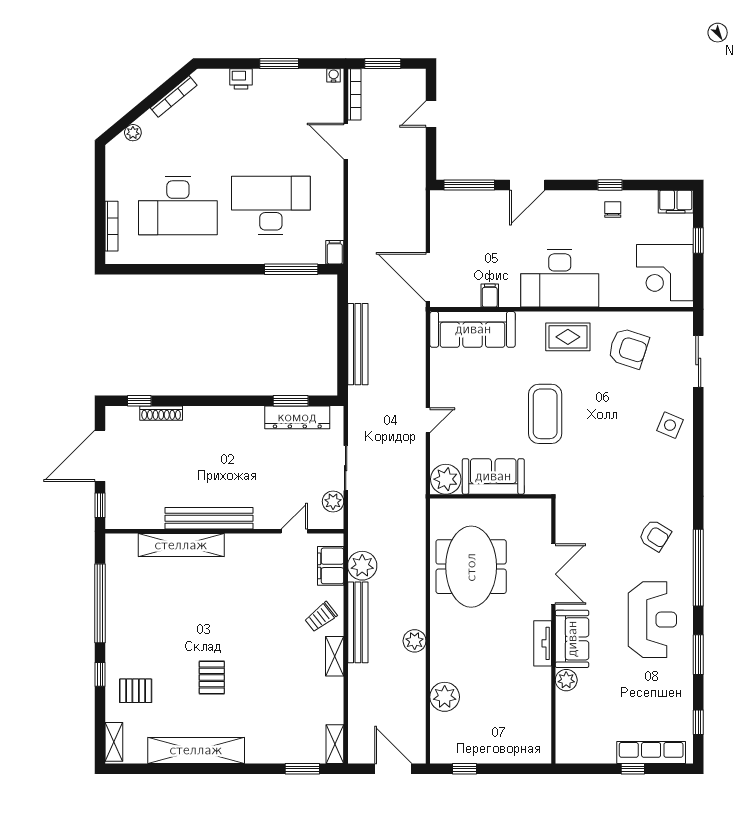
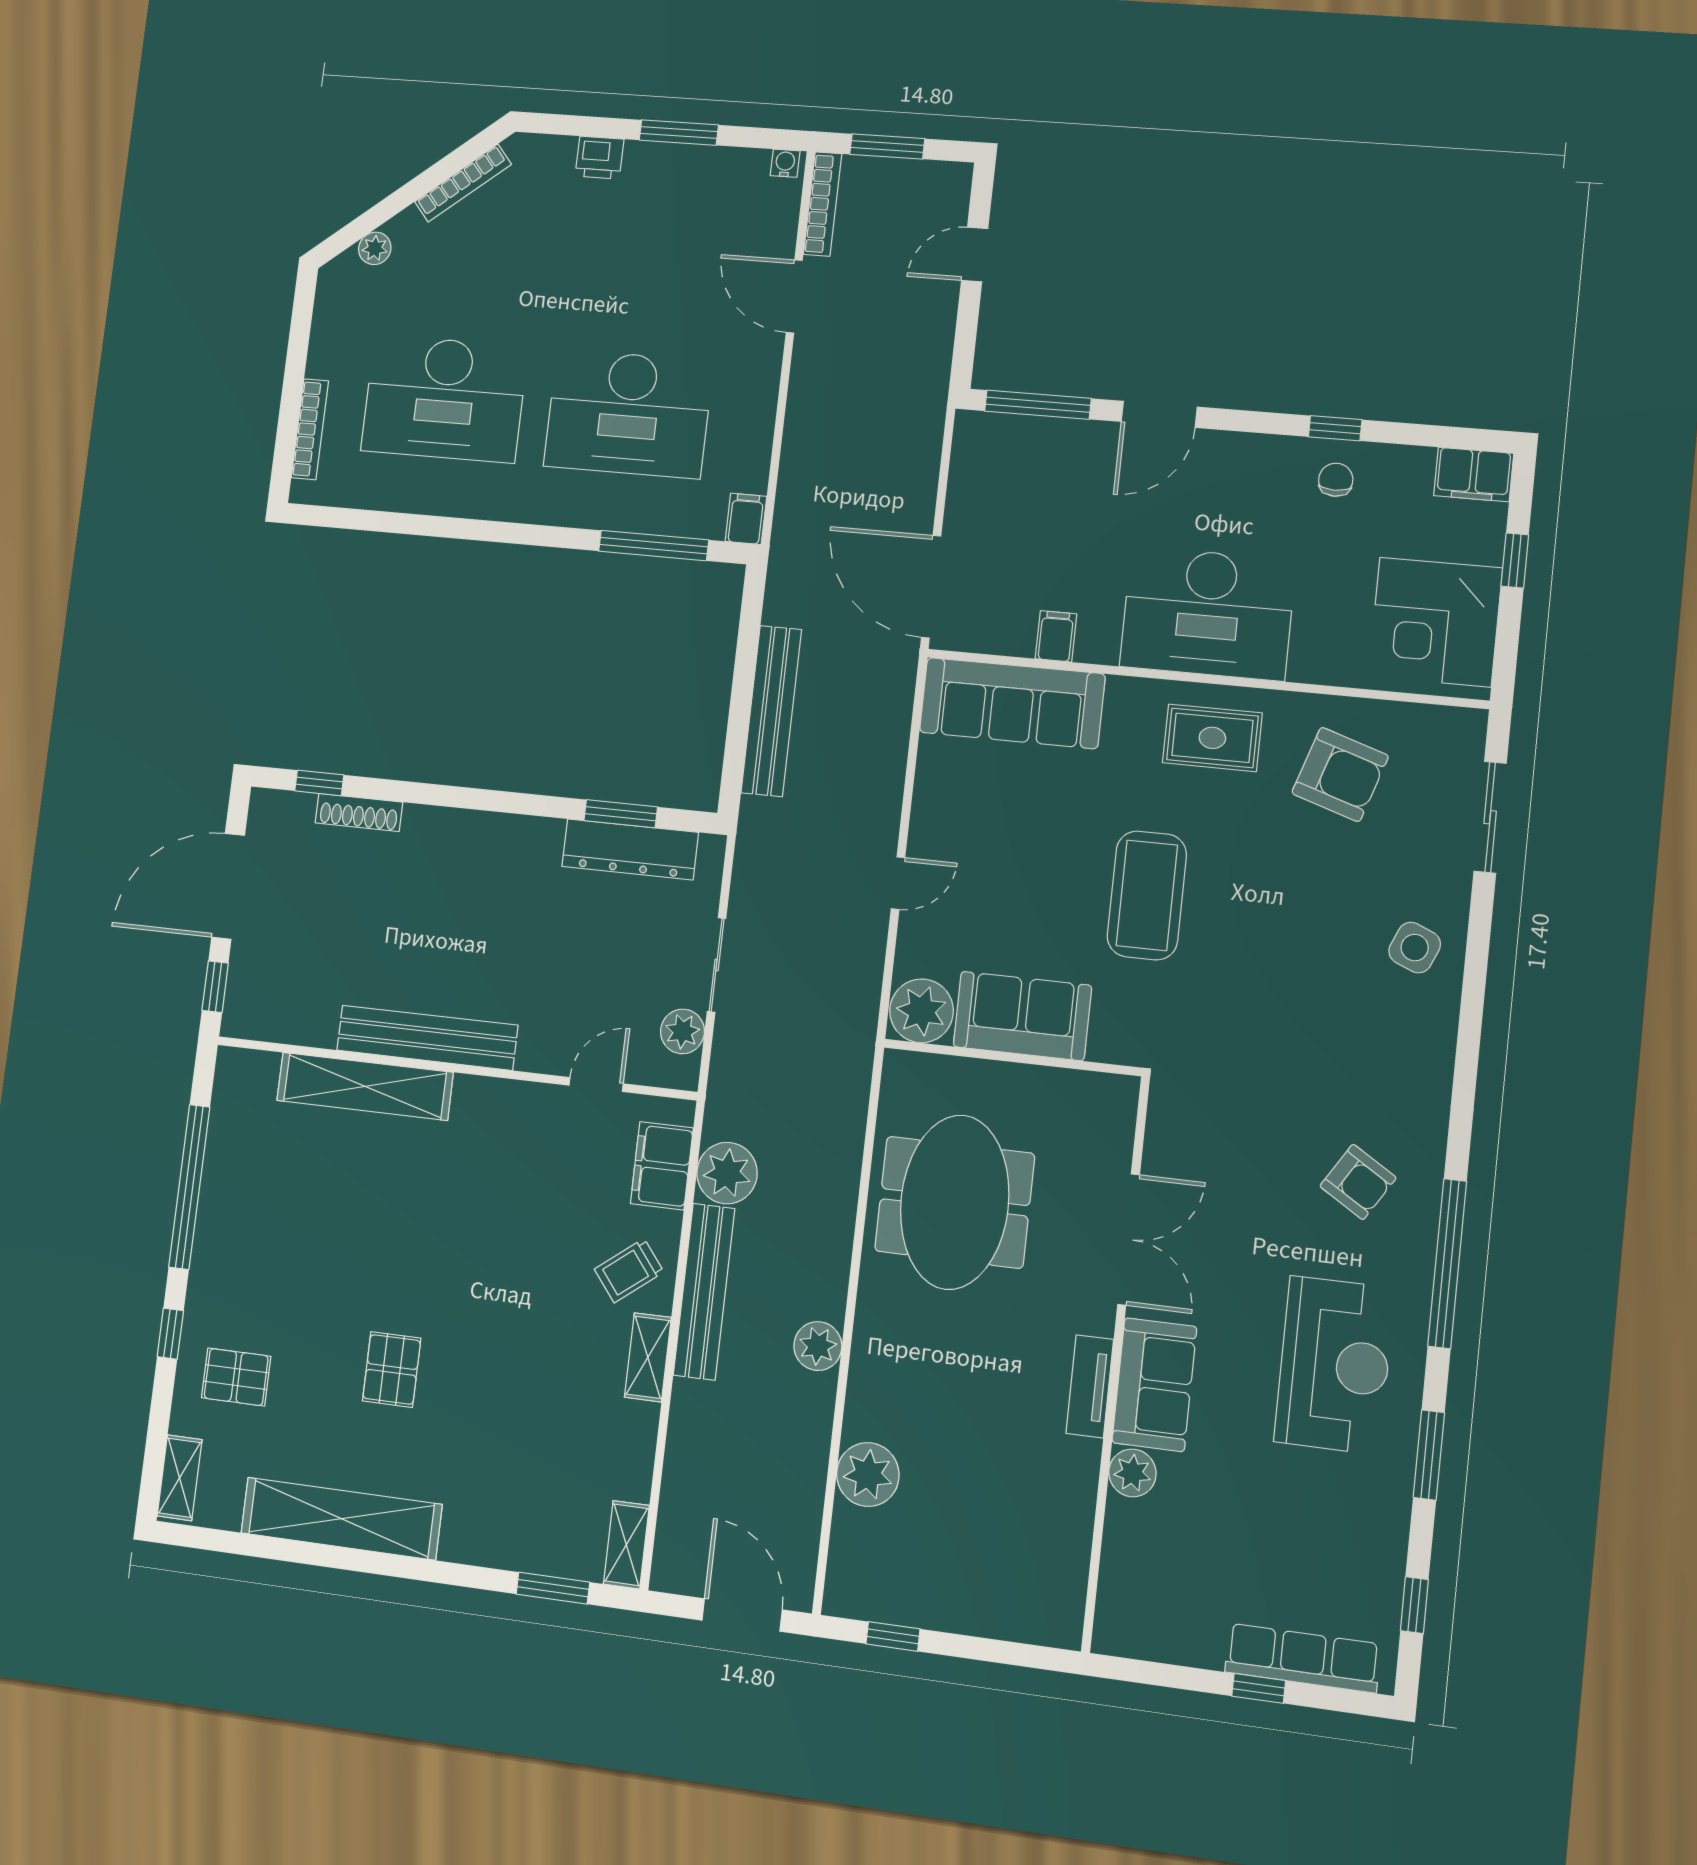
desk: (271, 205) -> (628, 414), turned 180

